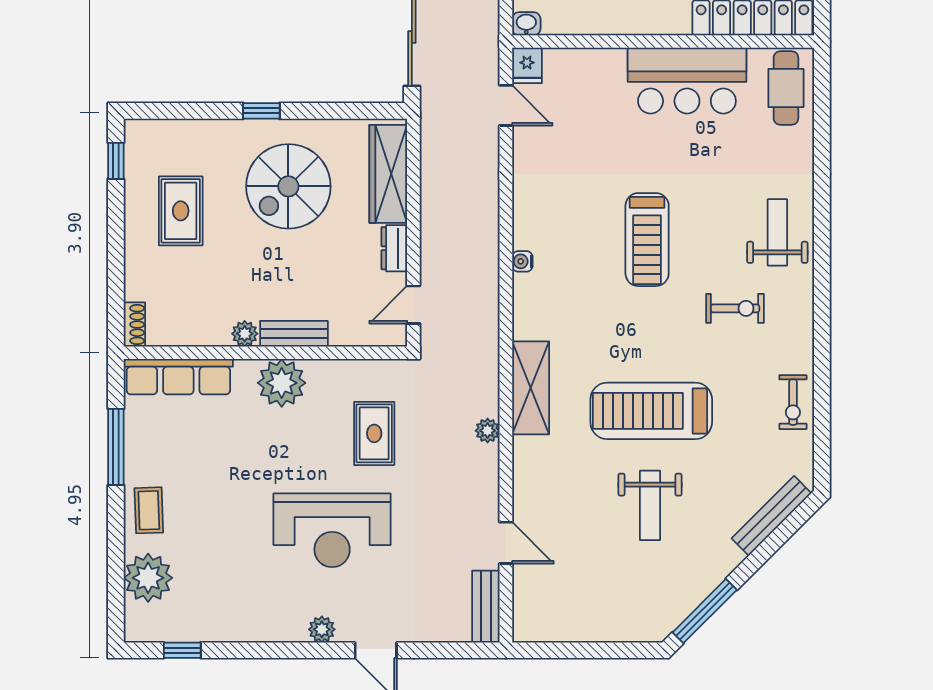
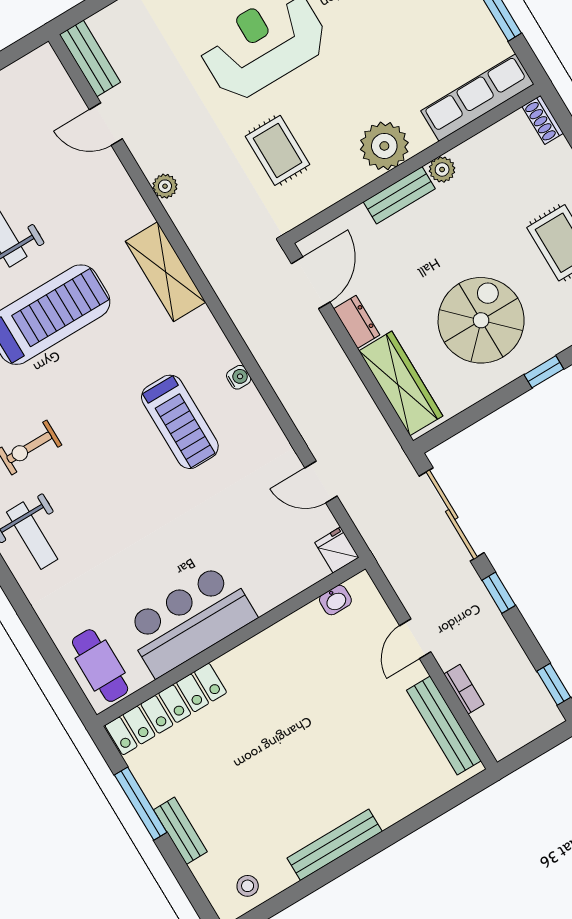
washbasin: (526, 24) -> (335, 600), moved
door: (506, 105) -> (321, 482), moved
treadmill: (647, 240) -> (180, 422), moved, turned 180
door: (413, 305) -> (311, 283), width x1.38
plant: (488, 431) -> (165, 186), moved

